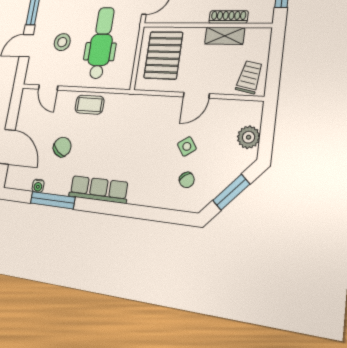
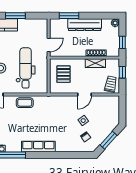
window: (276, 54) -> (122, 72), added
pallet: (163, 55) -> (63, 74), width x0.67, depth x0.71
plant: (249, 137) -> (114, 114), removed
chair: (62, 147) -> (12, 127), removed

